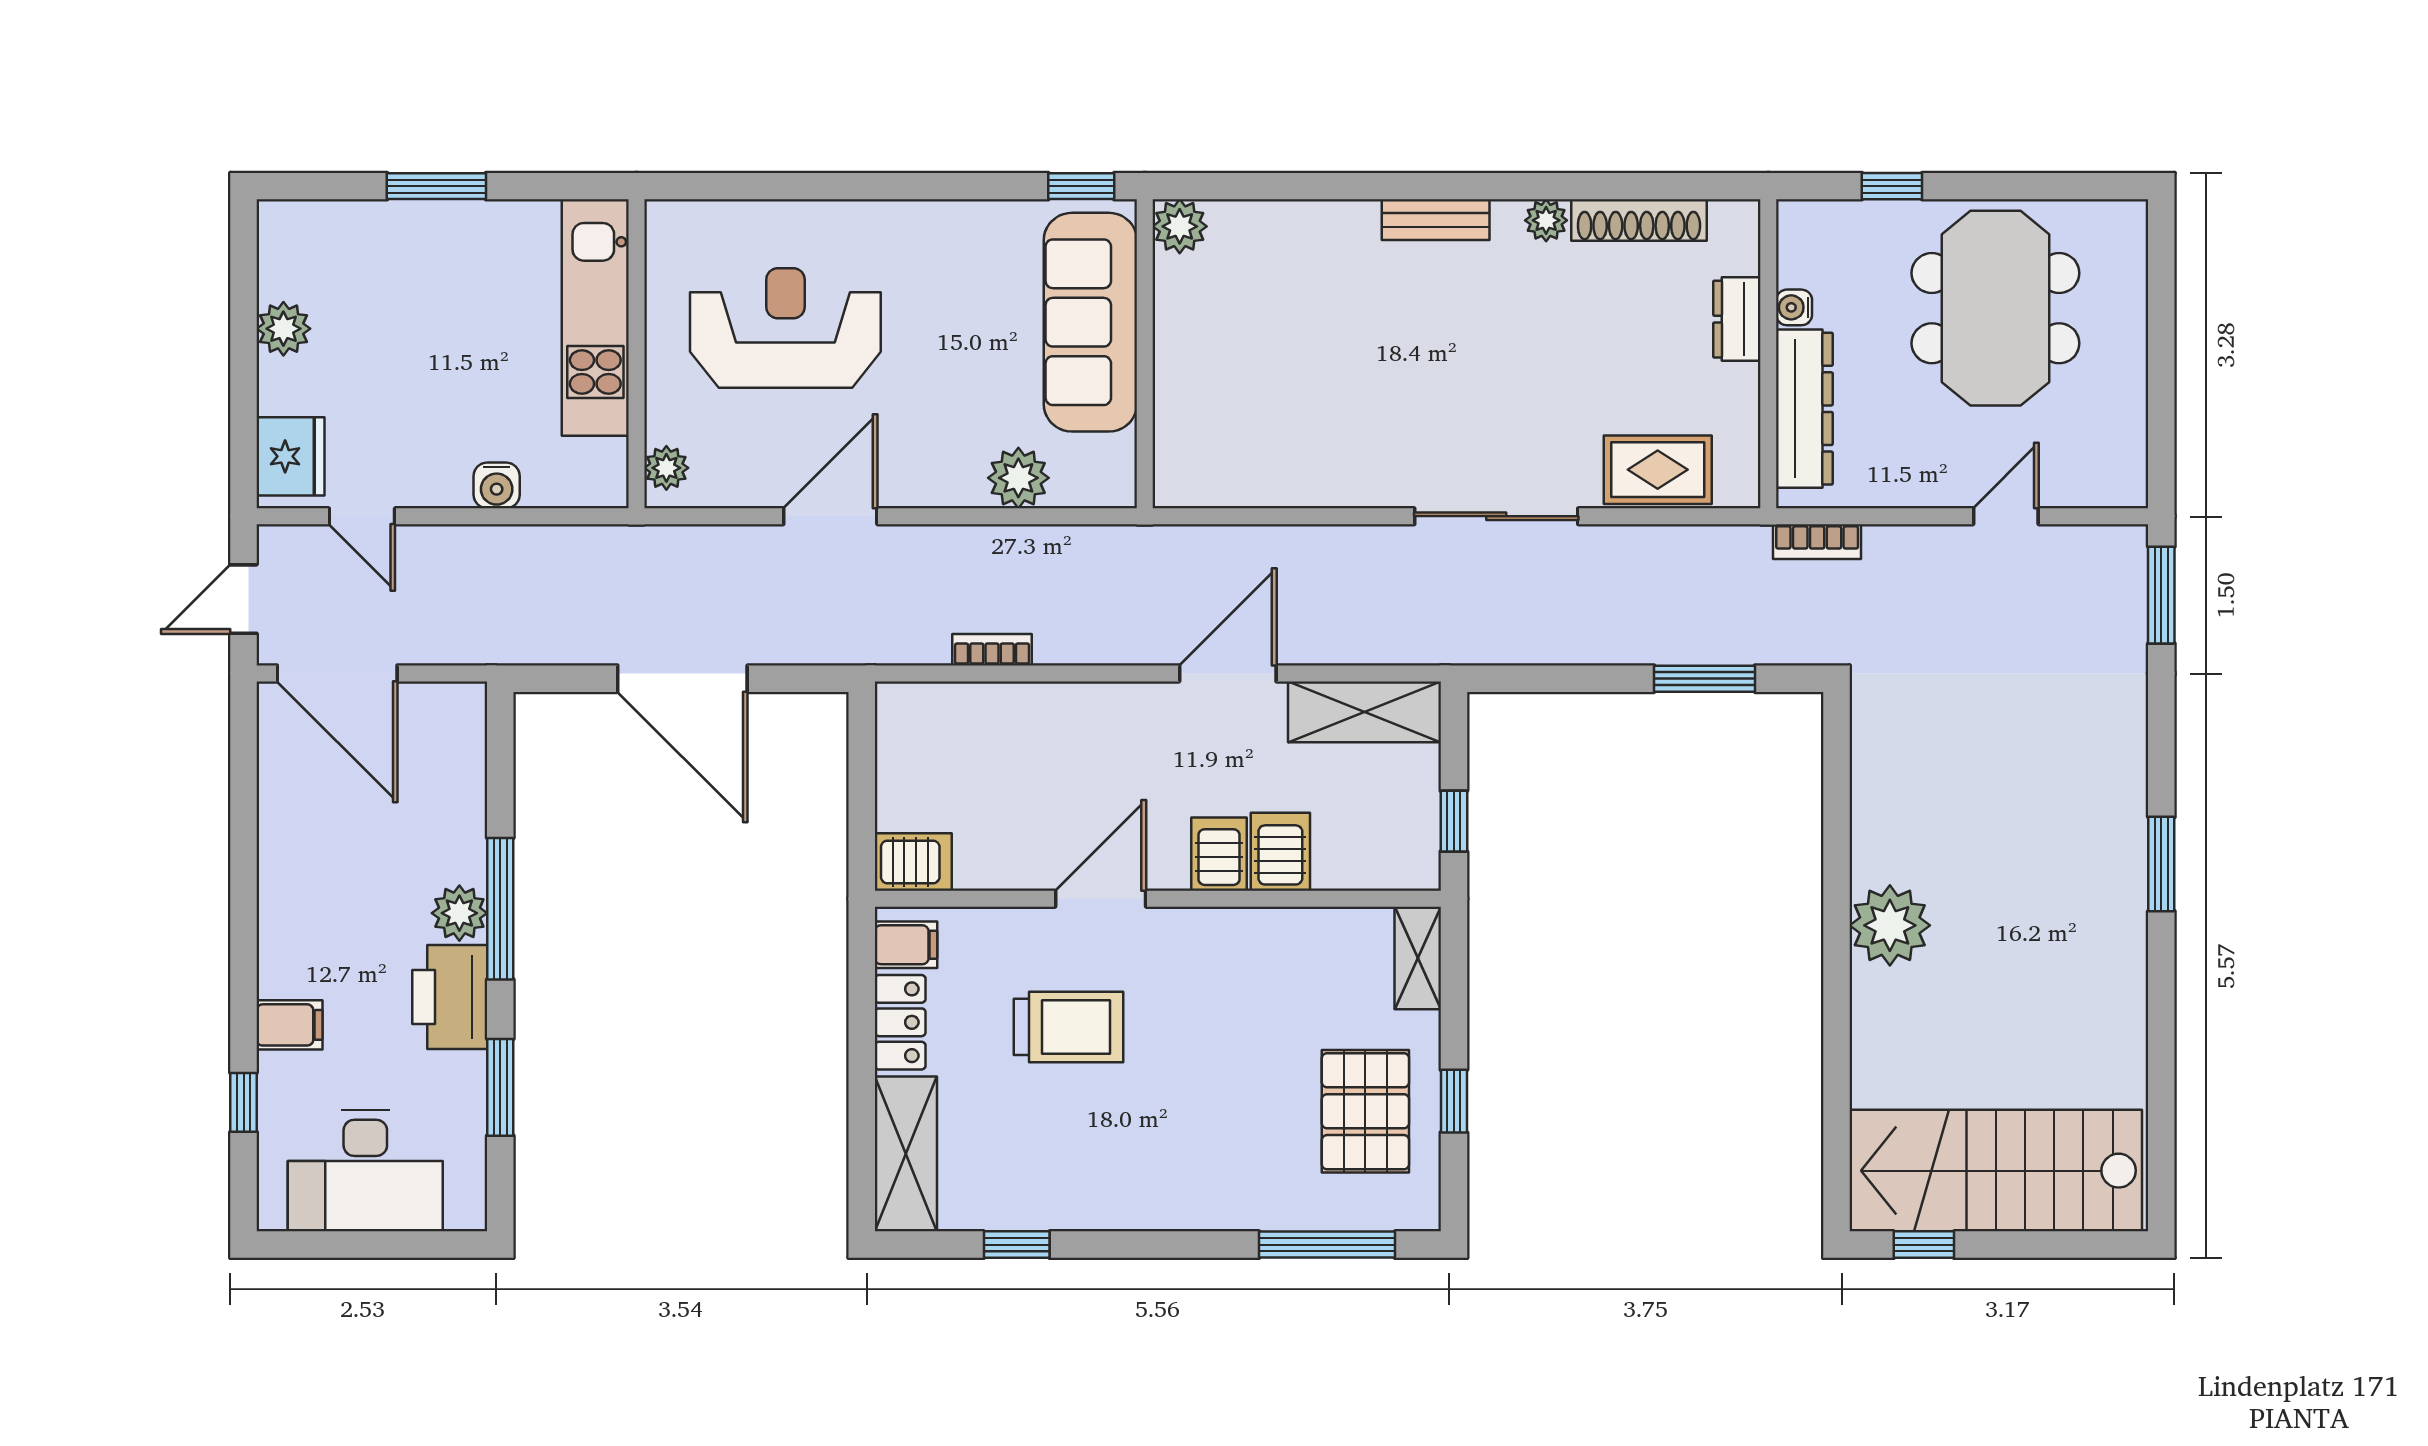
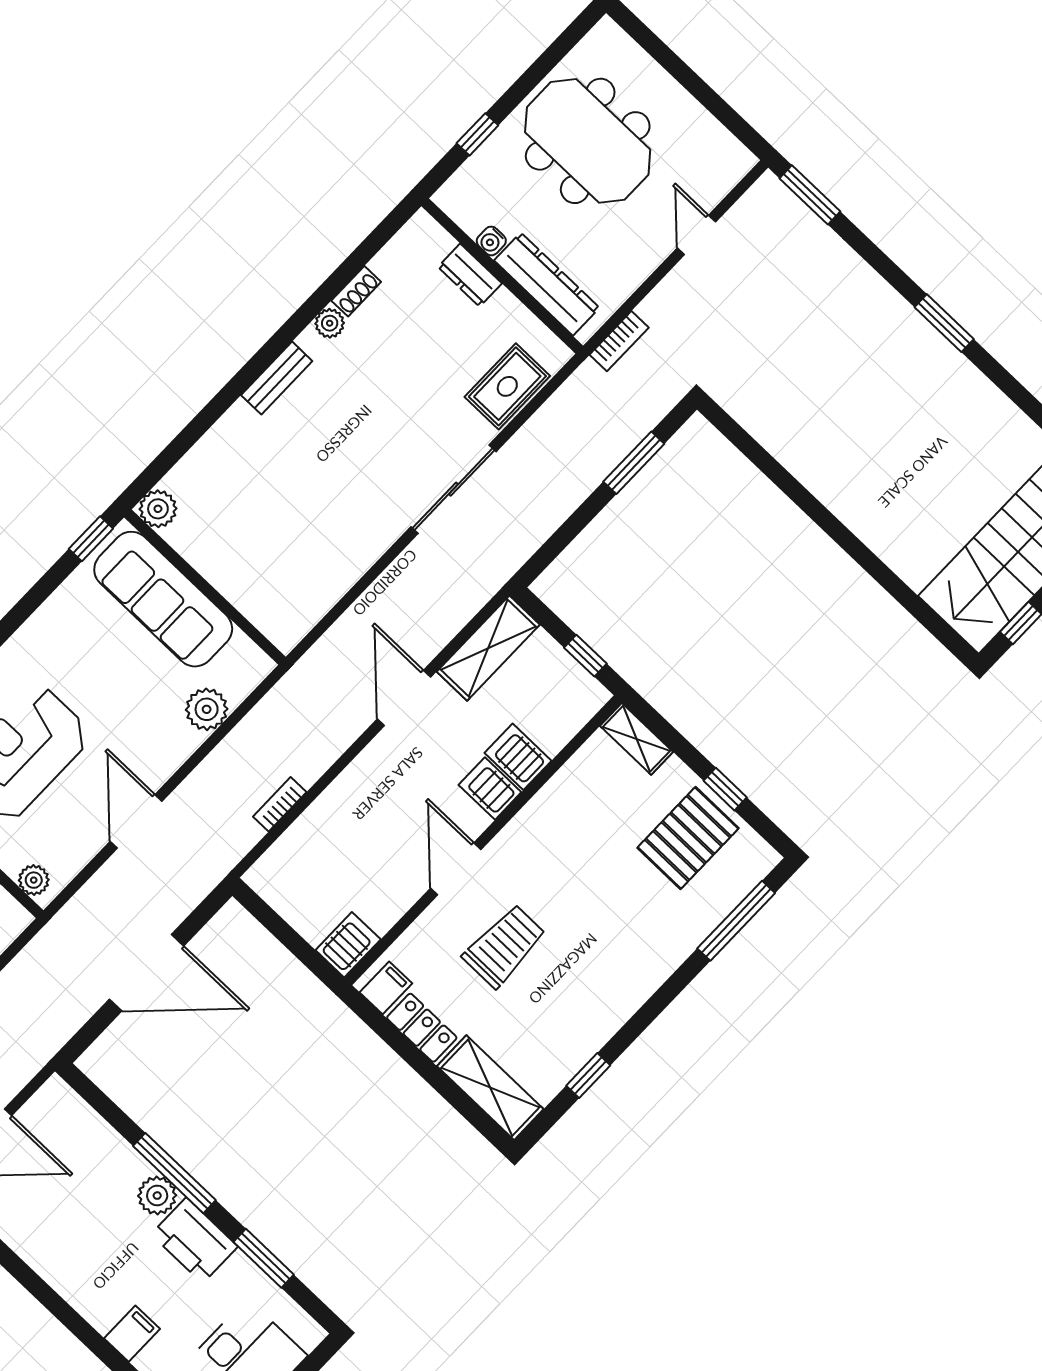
shoe rack: (1639, 220) -> (356, 291), width x0.51, depth x0.81
plant: (1890, 925) -> (845, 488), removed
pallet: (1365, 1111) -> (688, 838), turned 90

